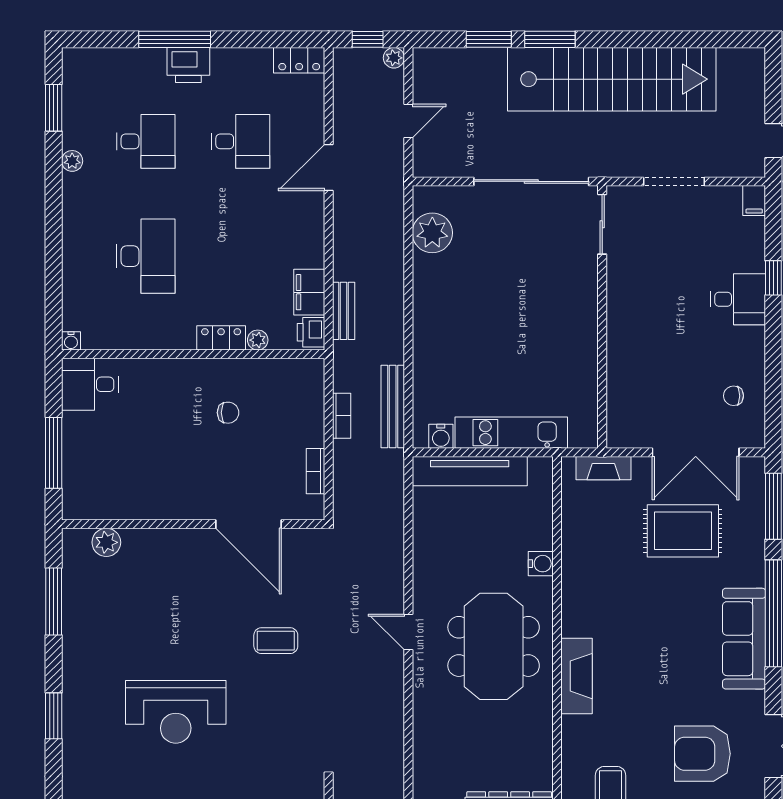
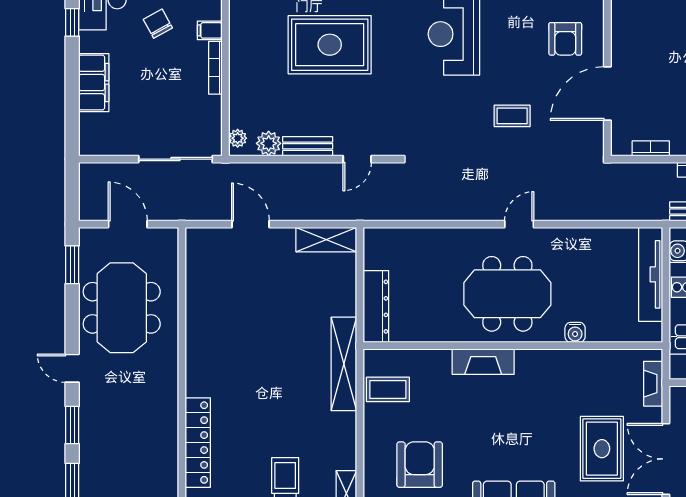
armchair: (182, 576) -> (565, 39), added
coffee table: (276, 641) -> (512, 116), turned 90

